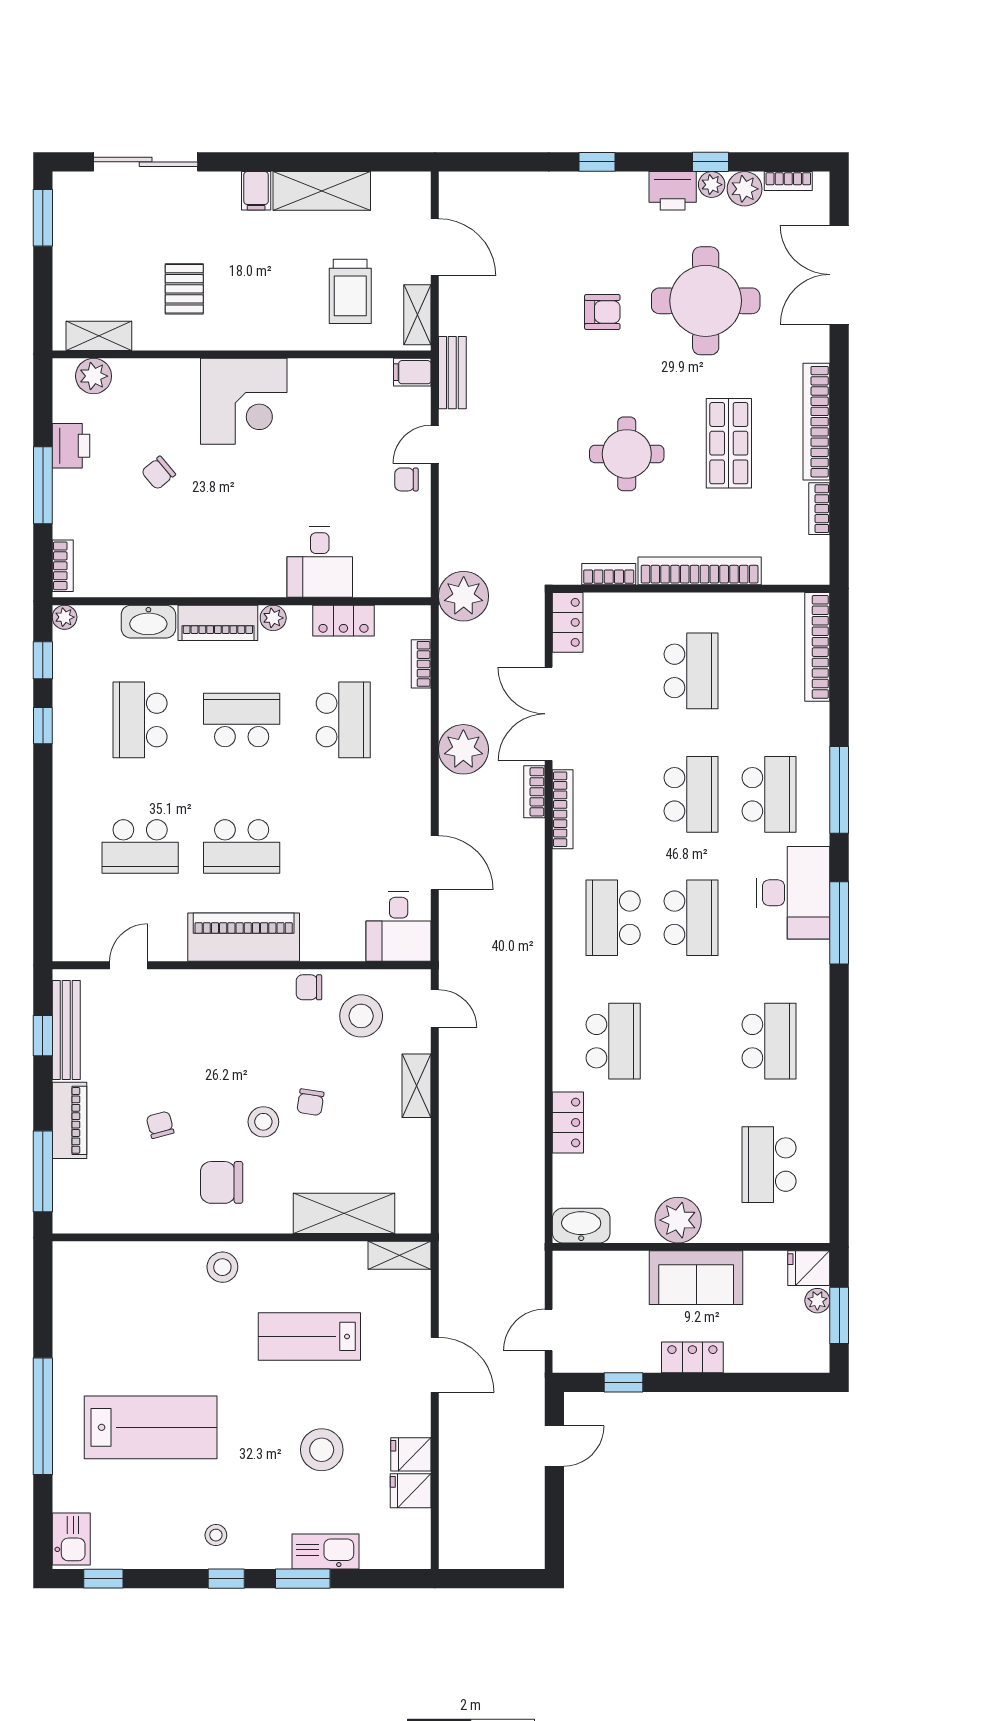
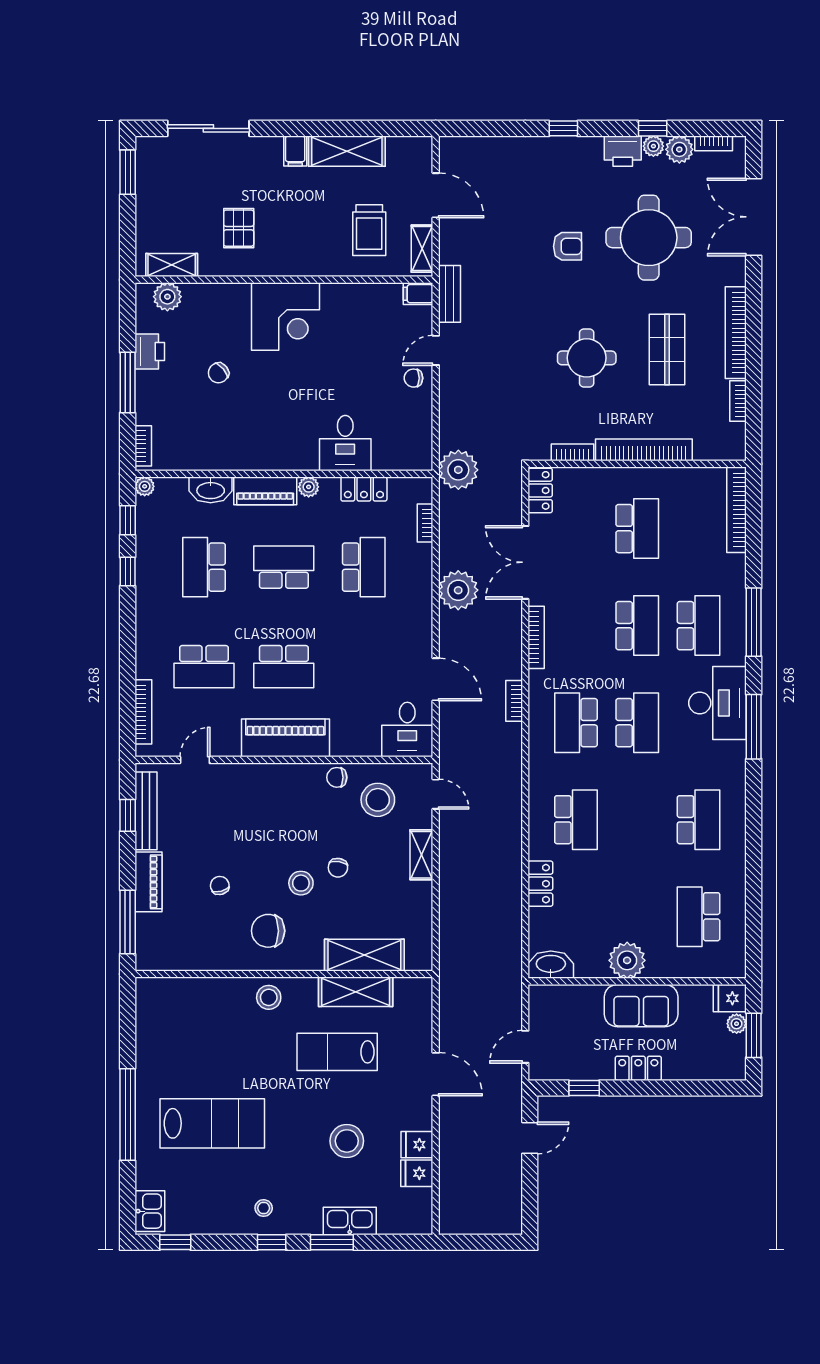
bookcase: (534, 792) -> (514, 701), moved
bookcase: (63, 904) -> (143, 712), added
shelving: (400, 1255) -> (356, 992), moved, width x1.50, depth x1.33

